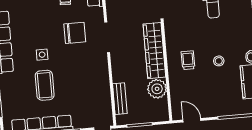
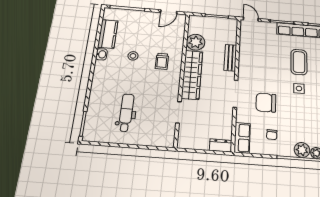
bench: (120, 99) -> (230, 58), moved
door: (192, 120) -> (169, 12), hinge flipped

